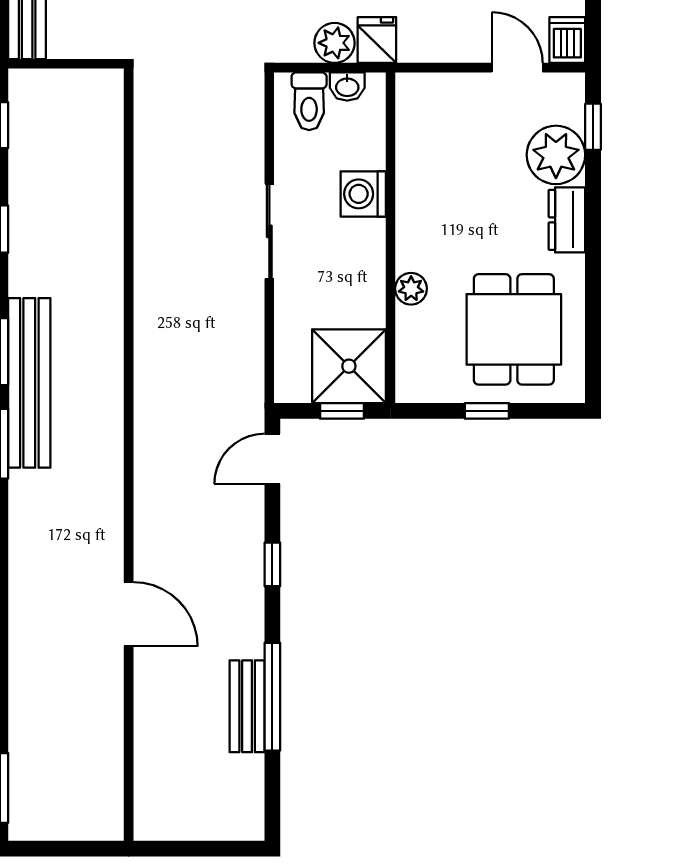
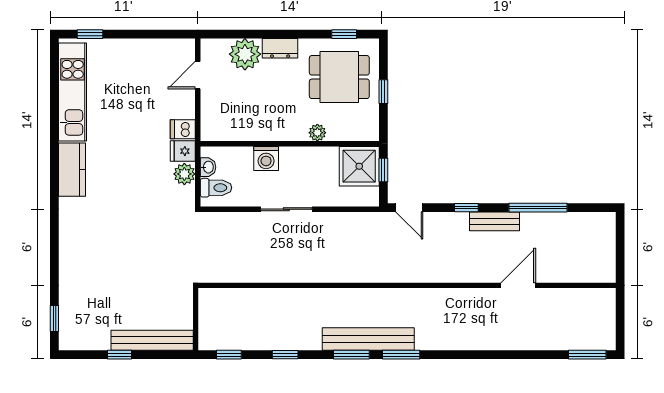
dishwasher: (567, 40) -> (183, 129), moved
window: (593, 127) -> (344, 34), moved
door: (129, 614) -> (518, 285), moved
bench: (247, 706) -> (494, 221), moved

